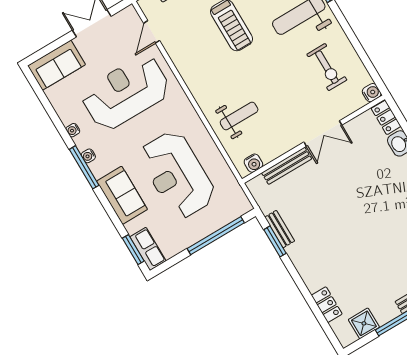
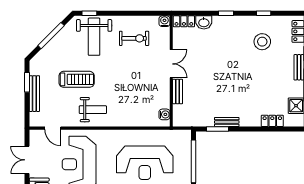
weight bench: (239, 116) -> (93, 110), moved, turned 90
bench: (287, 166) -> (178, 91), width x0.73
bench: (280, 229) -> (227, 122), moved

